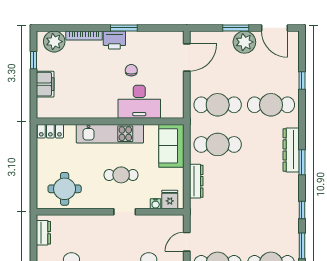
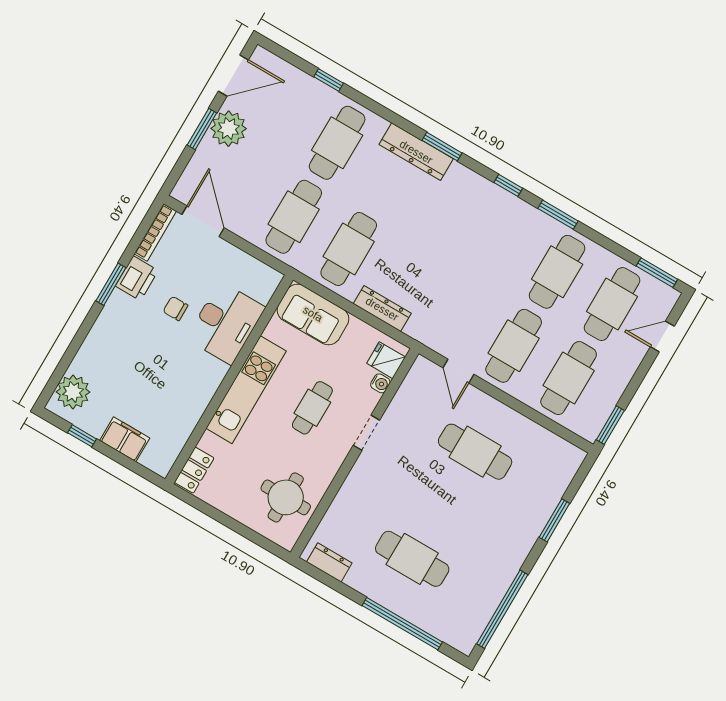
bookcase: (84, 36) -> (155, 232), moved
printer: (114, 40) -> (137, 278), moved

